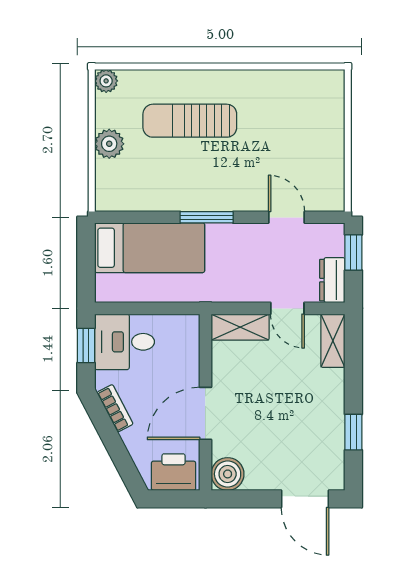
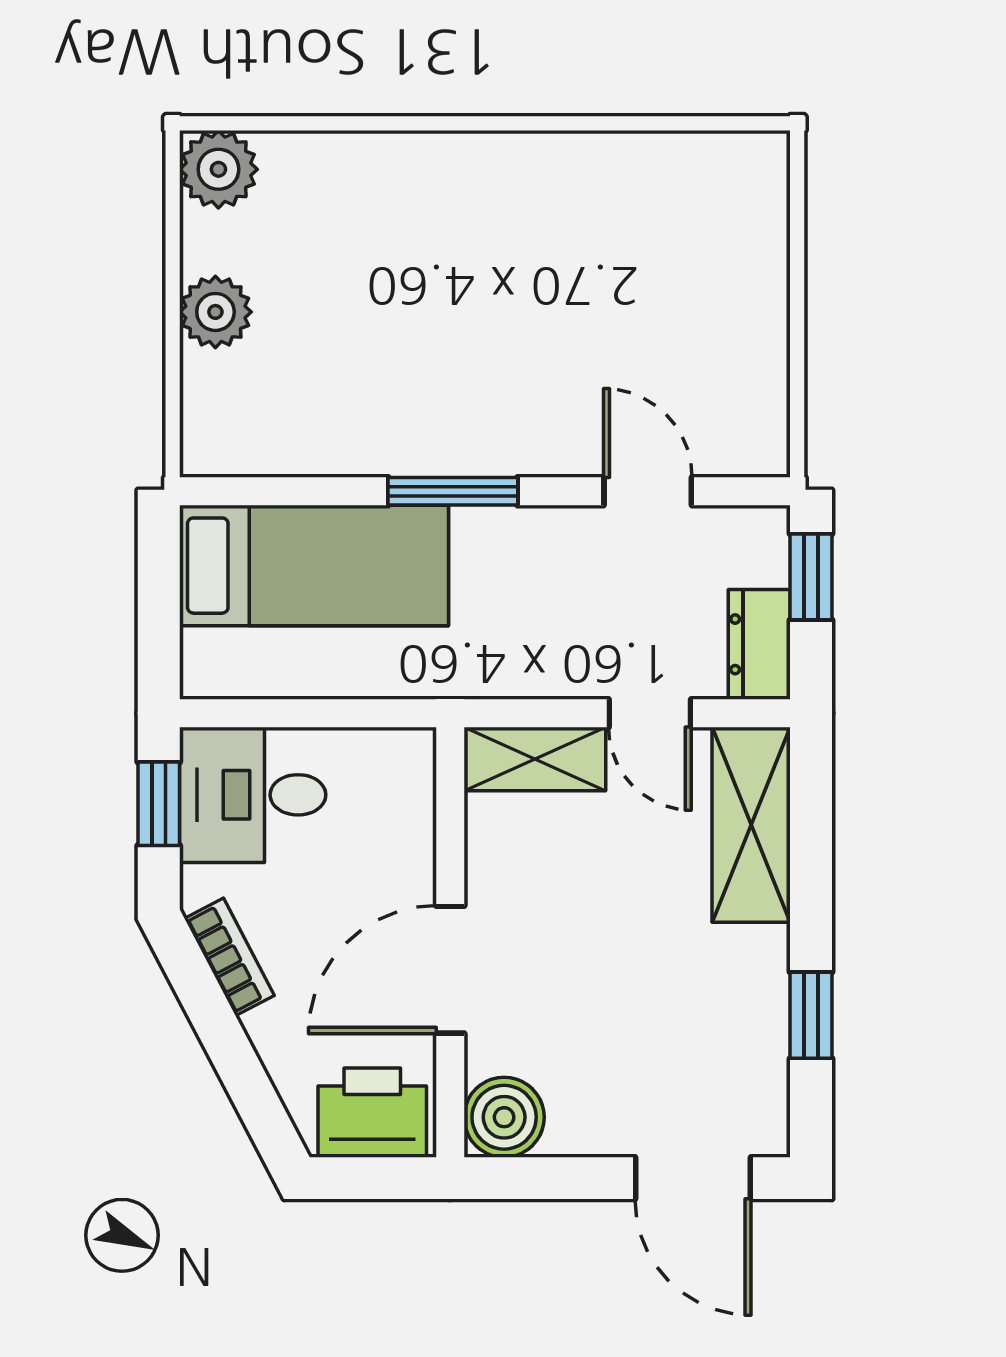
plant: (106, 81) -> (218, 169), width x1.38, depth x1.38
sun lounger: (190, 121) -> (412, 256), removed
shelving: (333, 341) -> (751, 825), width x1.50, depth x1.33

